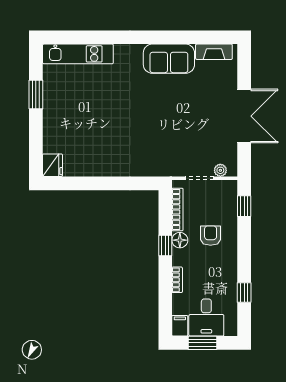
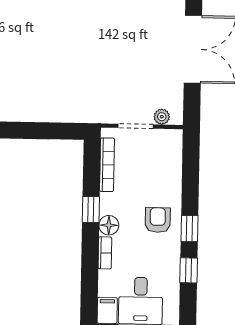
window: (244, 206) -> (189, 229), moved
armchair: (211, 236) -> (158, 220), moved
floor lamp: (180, 240) -> (109, 225), moved

